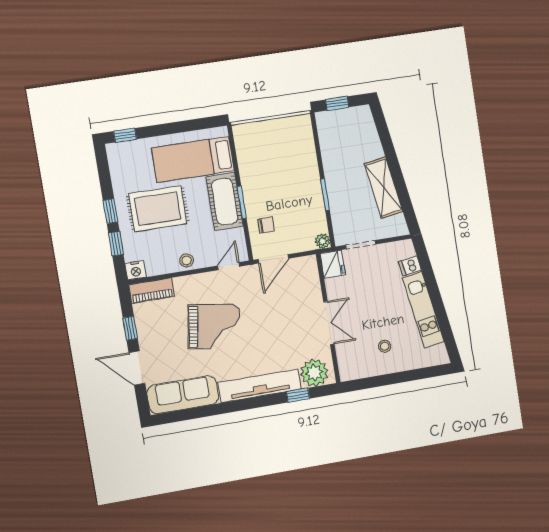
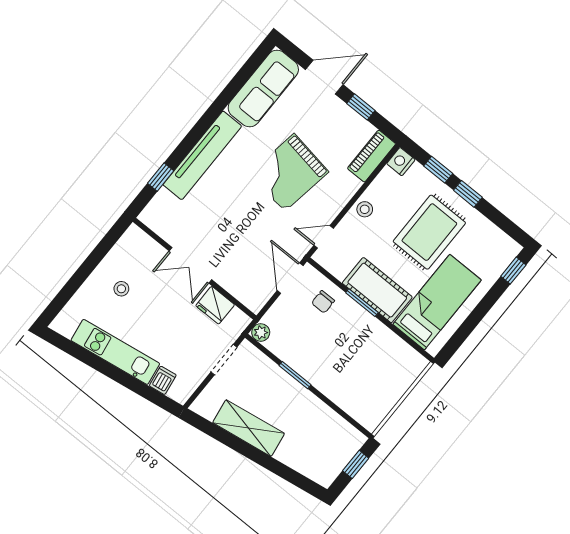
fridge: (333, 264) -> (215, 305), moved
door: (229, 266) -> (324, 237), swing flipped
plant: (314, 373) -> (164, 210), removed

